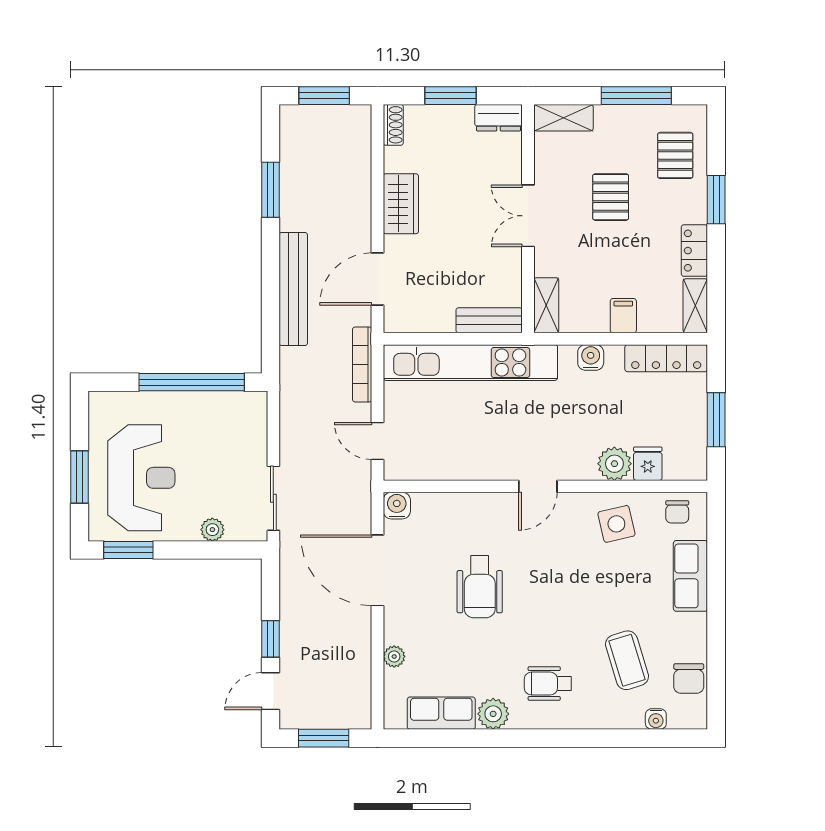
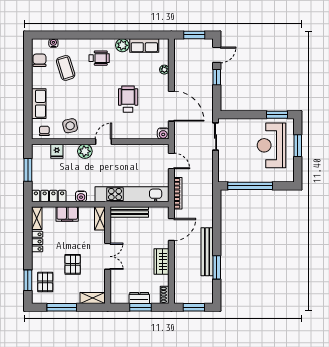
dresser: (499, 118) -> (139, 298), moved
window: (716, 200) -> (28, 280), moved
bench: (293, 289) -> (207, 252), moved
filing cabinet: (623, 316) -> (67, 214), width x2.00
bench: (489, 320) -> (129, 212), width x1.36
plant: (614, 464) -> (85, 151), moved
plant: (212, 530) -> (241, 123), removed

